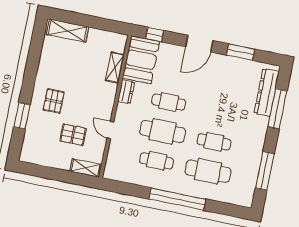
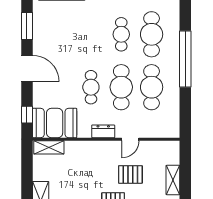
shelving: (115, 68) -> (49, 147), moved
dresser: (126, 92) -> (103, 131), moved
pallet: (73, 135) -> (130, 174), moved, turned 90
cafe table: (157, 161) -> (152, 87), width x1.37, depth x1.35
shelving: (85, 168) -> (173, 180), moved

